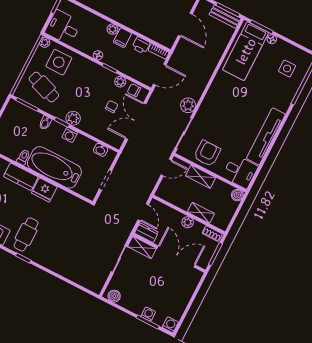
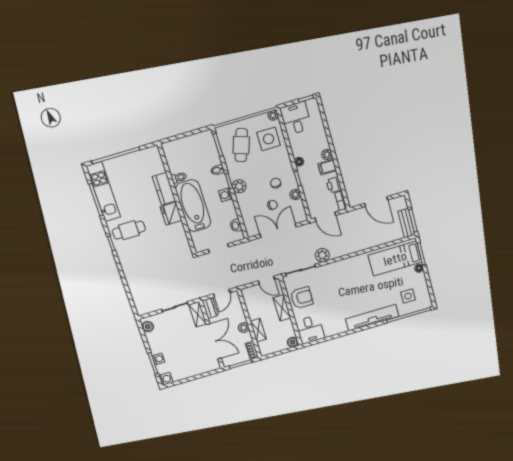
door: (185, 25) -> (376, 202), hinge flipped
chair: (134, 90) -> (276, 183), moved
tv unit: (266, 136) -> (372, 318), moved

